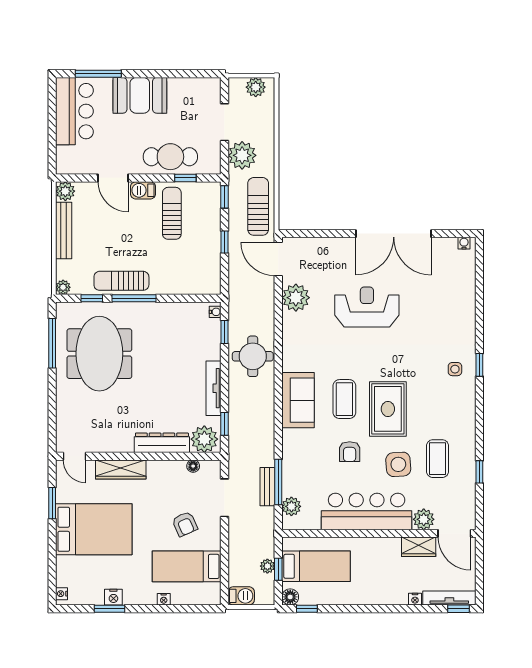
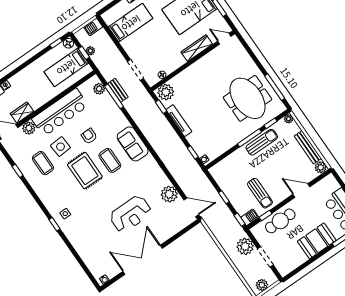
barbecue: (143, 190) -> (250, 217), moved
sun lounger: (258, 206) -> (219, 227), removed
round table: (253, 356) -> (170, 150), removed
dresser: (162, 443) -> (186, 76), removed
armchair: (185, 524) -> (146, 43), removed

